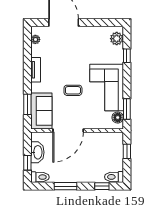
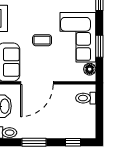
window: (127, 109) -> (99, 46), moved
window: (127, 151) -> (99, 105), removed
toilet: (114, 177) -> (86, 98), moved

